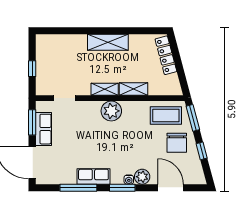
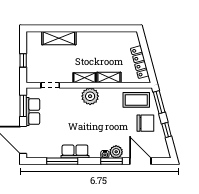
shelving: (108, 42) -> (59, 38), moved
locker: (166, 55) -> (140, 62), moved
chair: (177, 143) -> (145, 123), turned -90
window: (122, 188) -> (112, 161), moved

